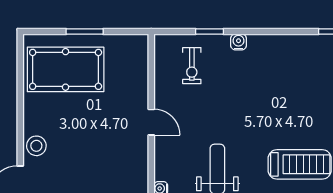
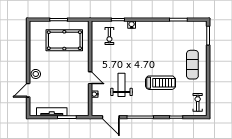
pool table: (66, 69) -> (64, 40), moved
door: (151, 122) -> (90, 78), moved

